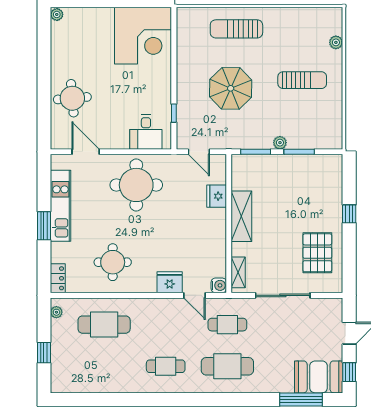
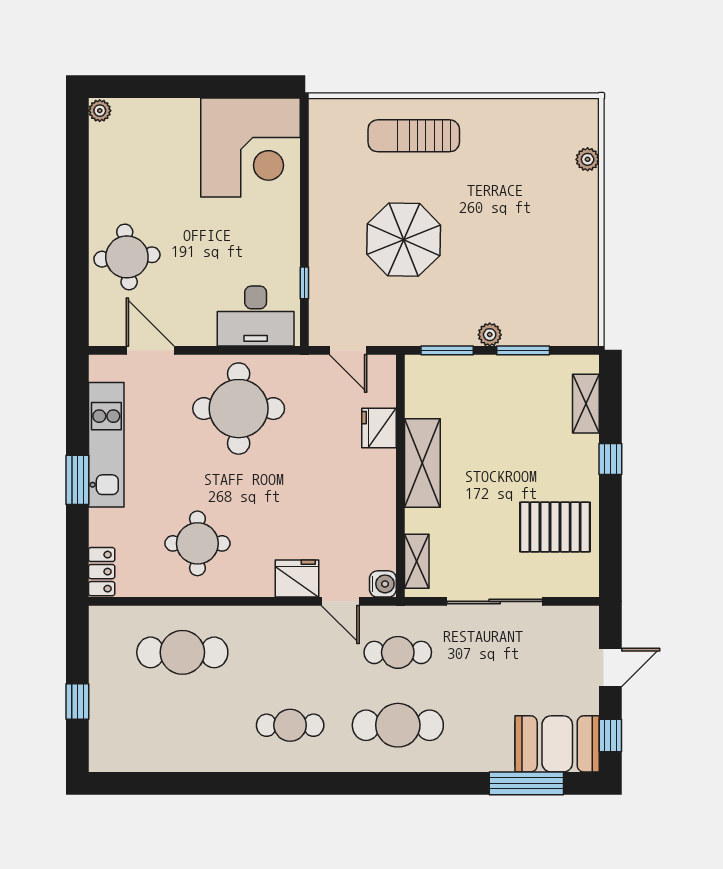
sun lounger: (302, 80) -> (529, 225), removed
desk: (146, 132) -> (256, 316), width x1.37
shelving: (335, 182) -> (586, 404), added
pallet: (317, 253) -> (555, 527), turned 90
plant: (56, 312) -> (99, 631), removed

